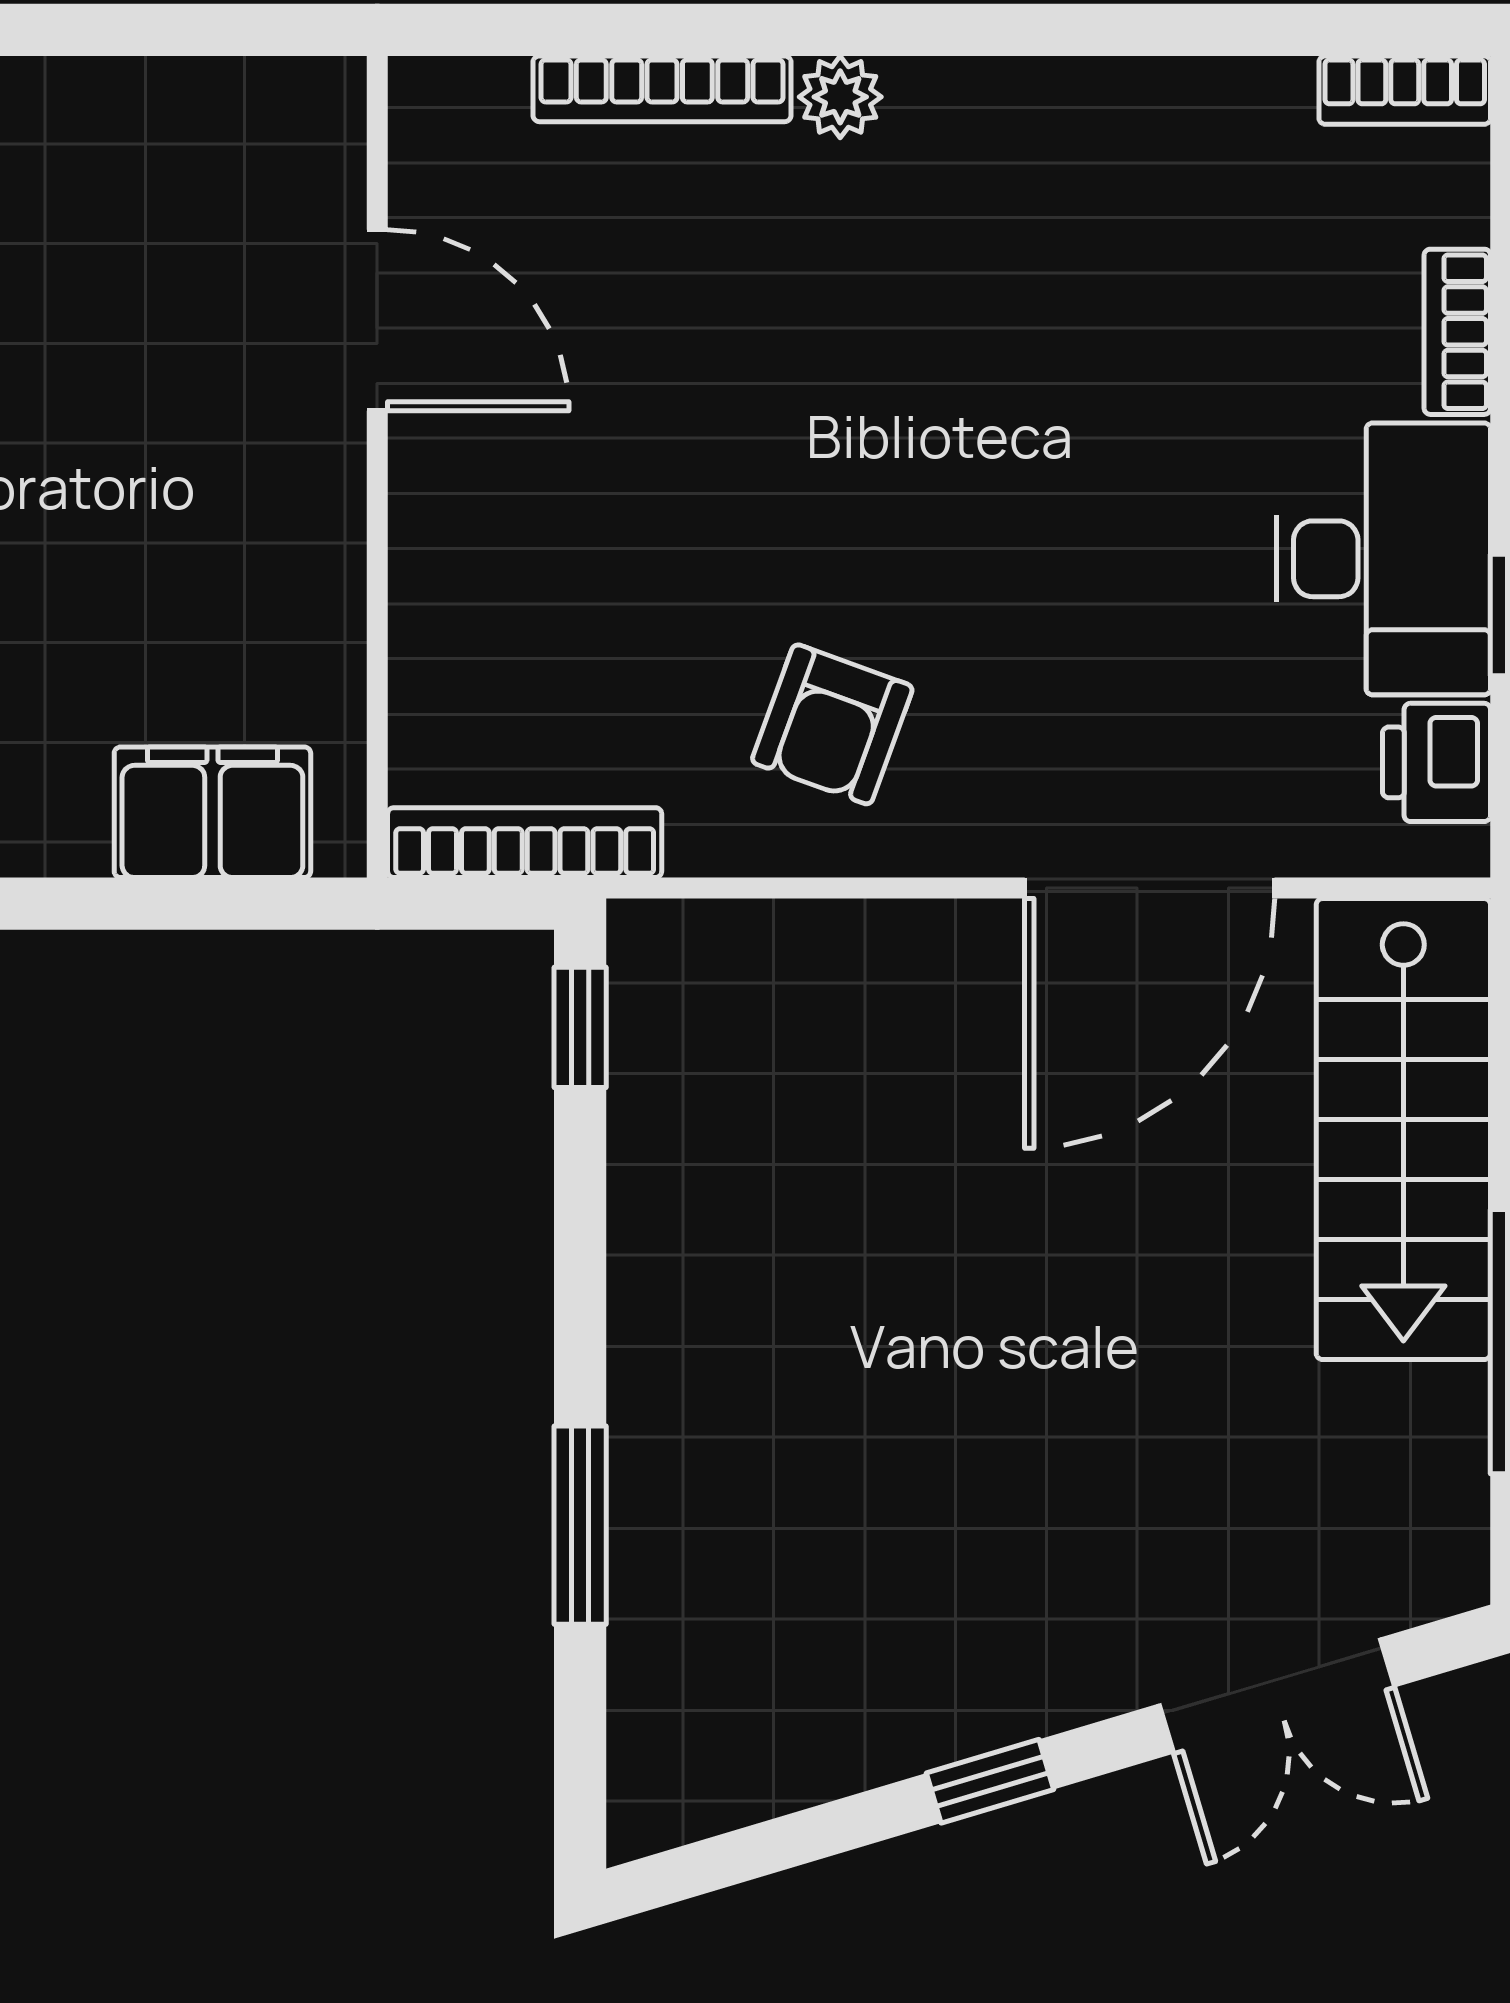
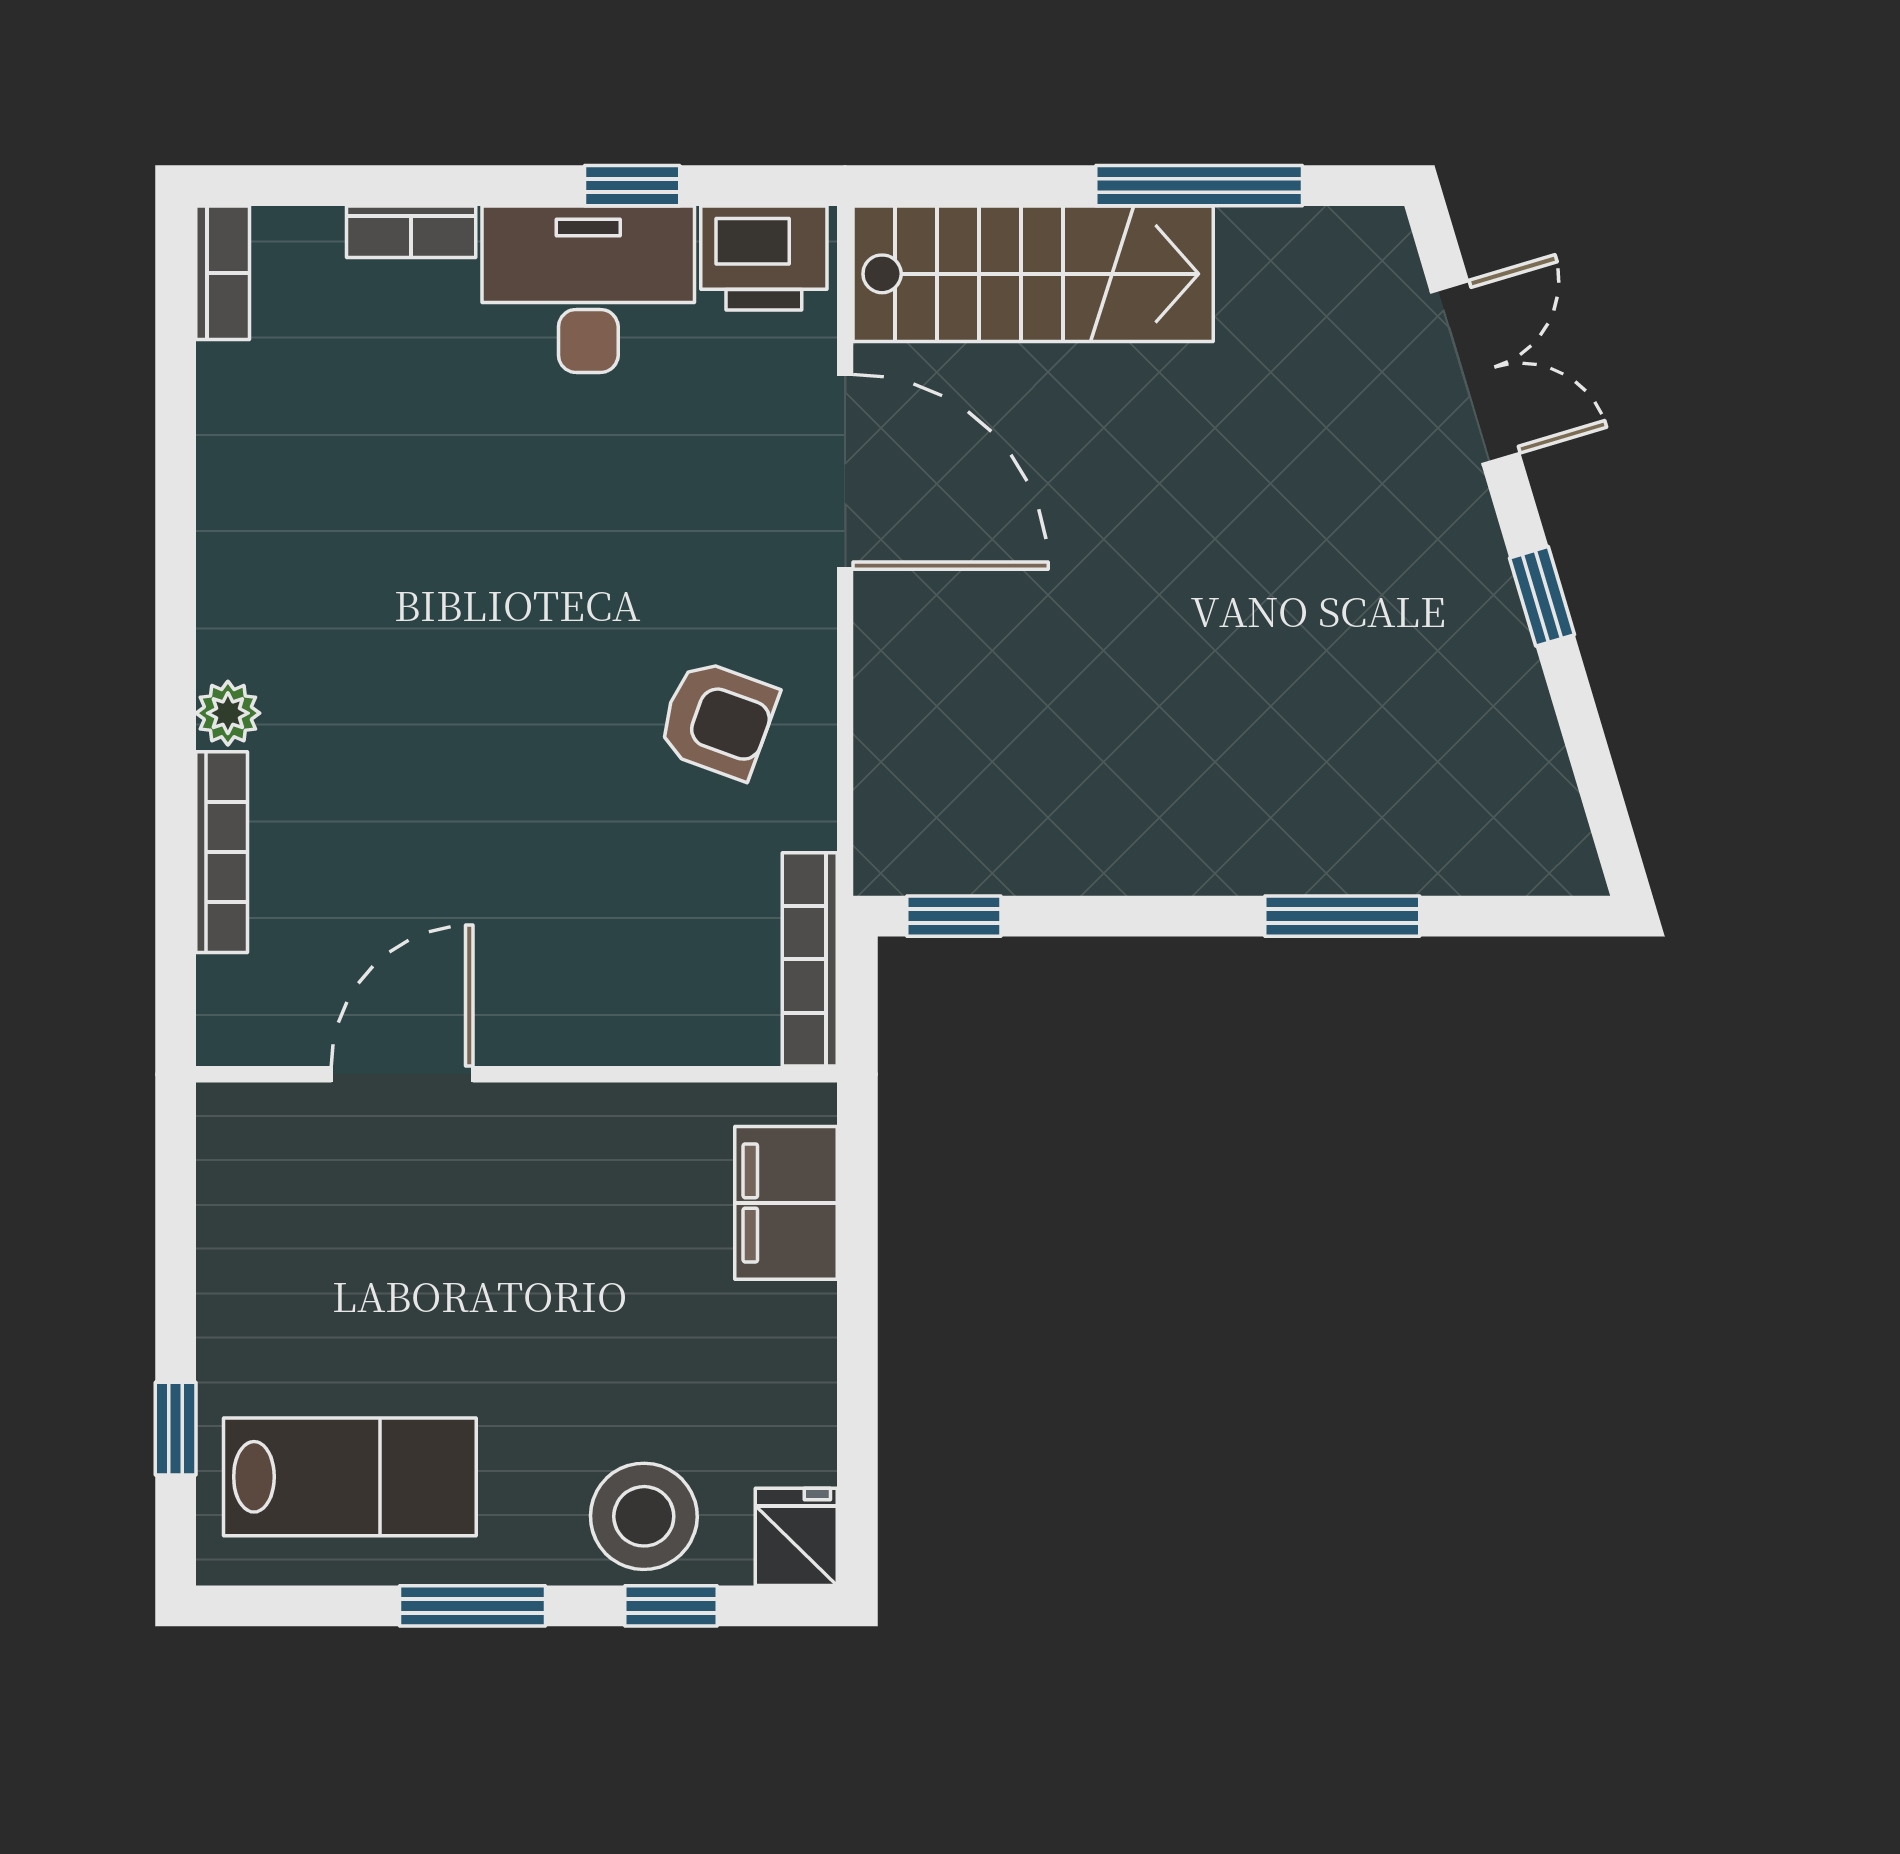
printer: (1437, 762) -> (764, 258), width x1.36, depth x1.24

